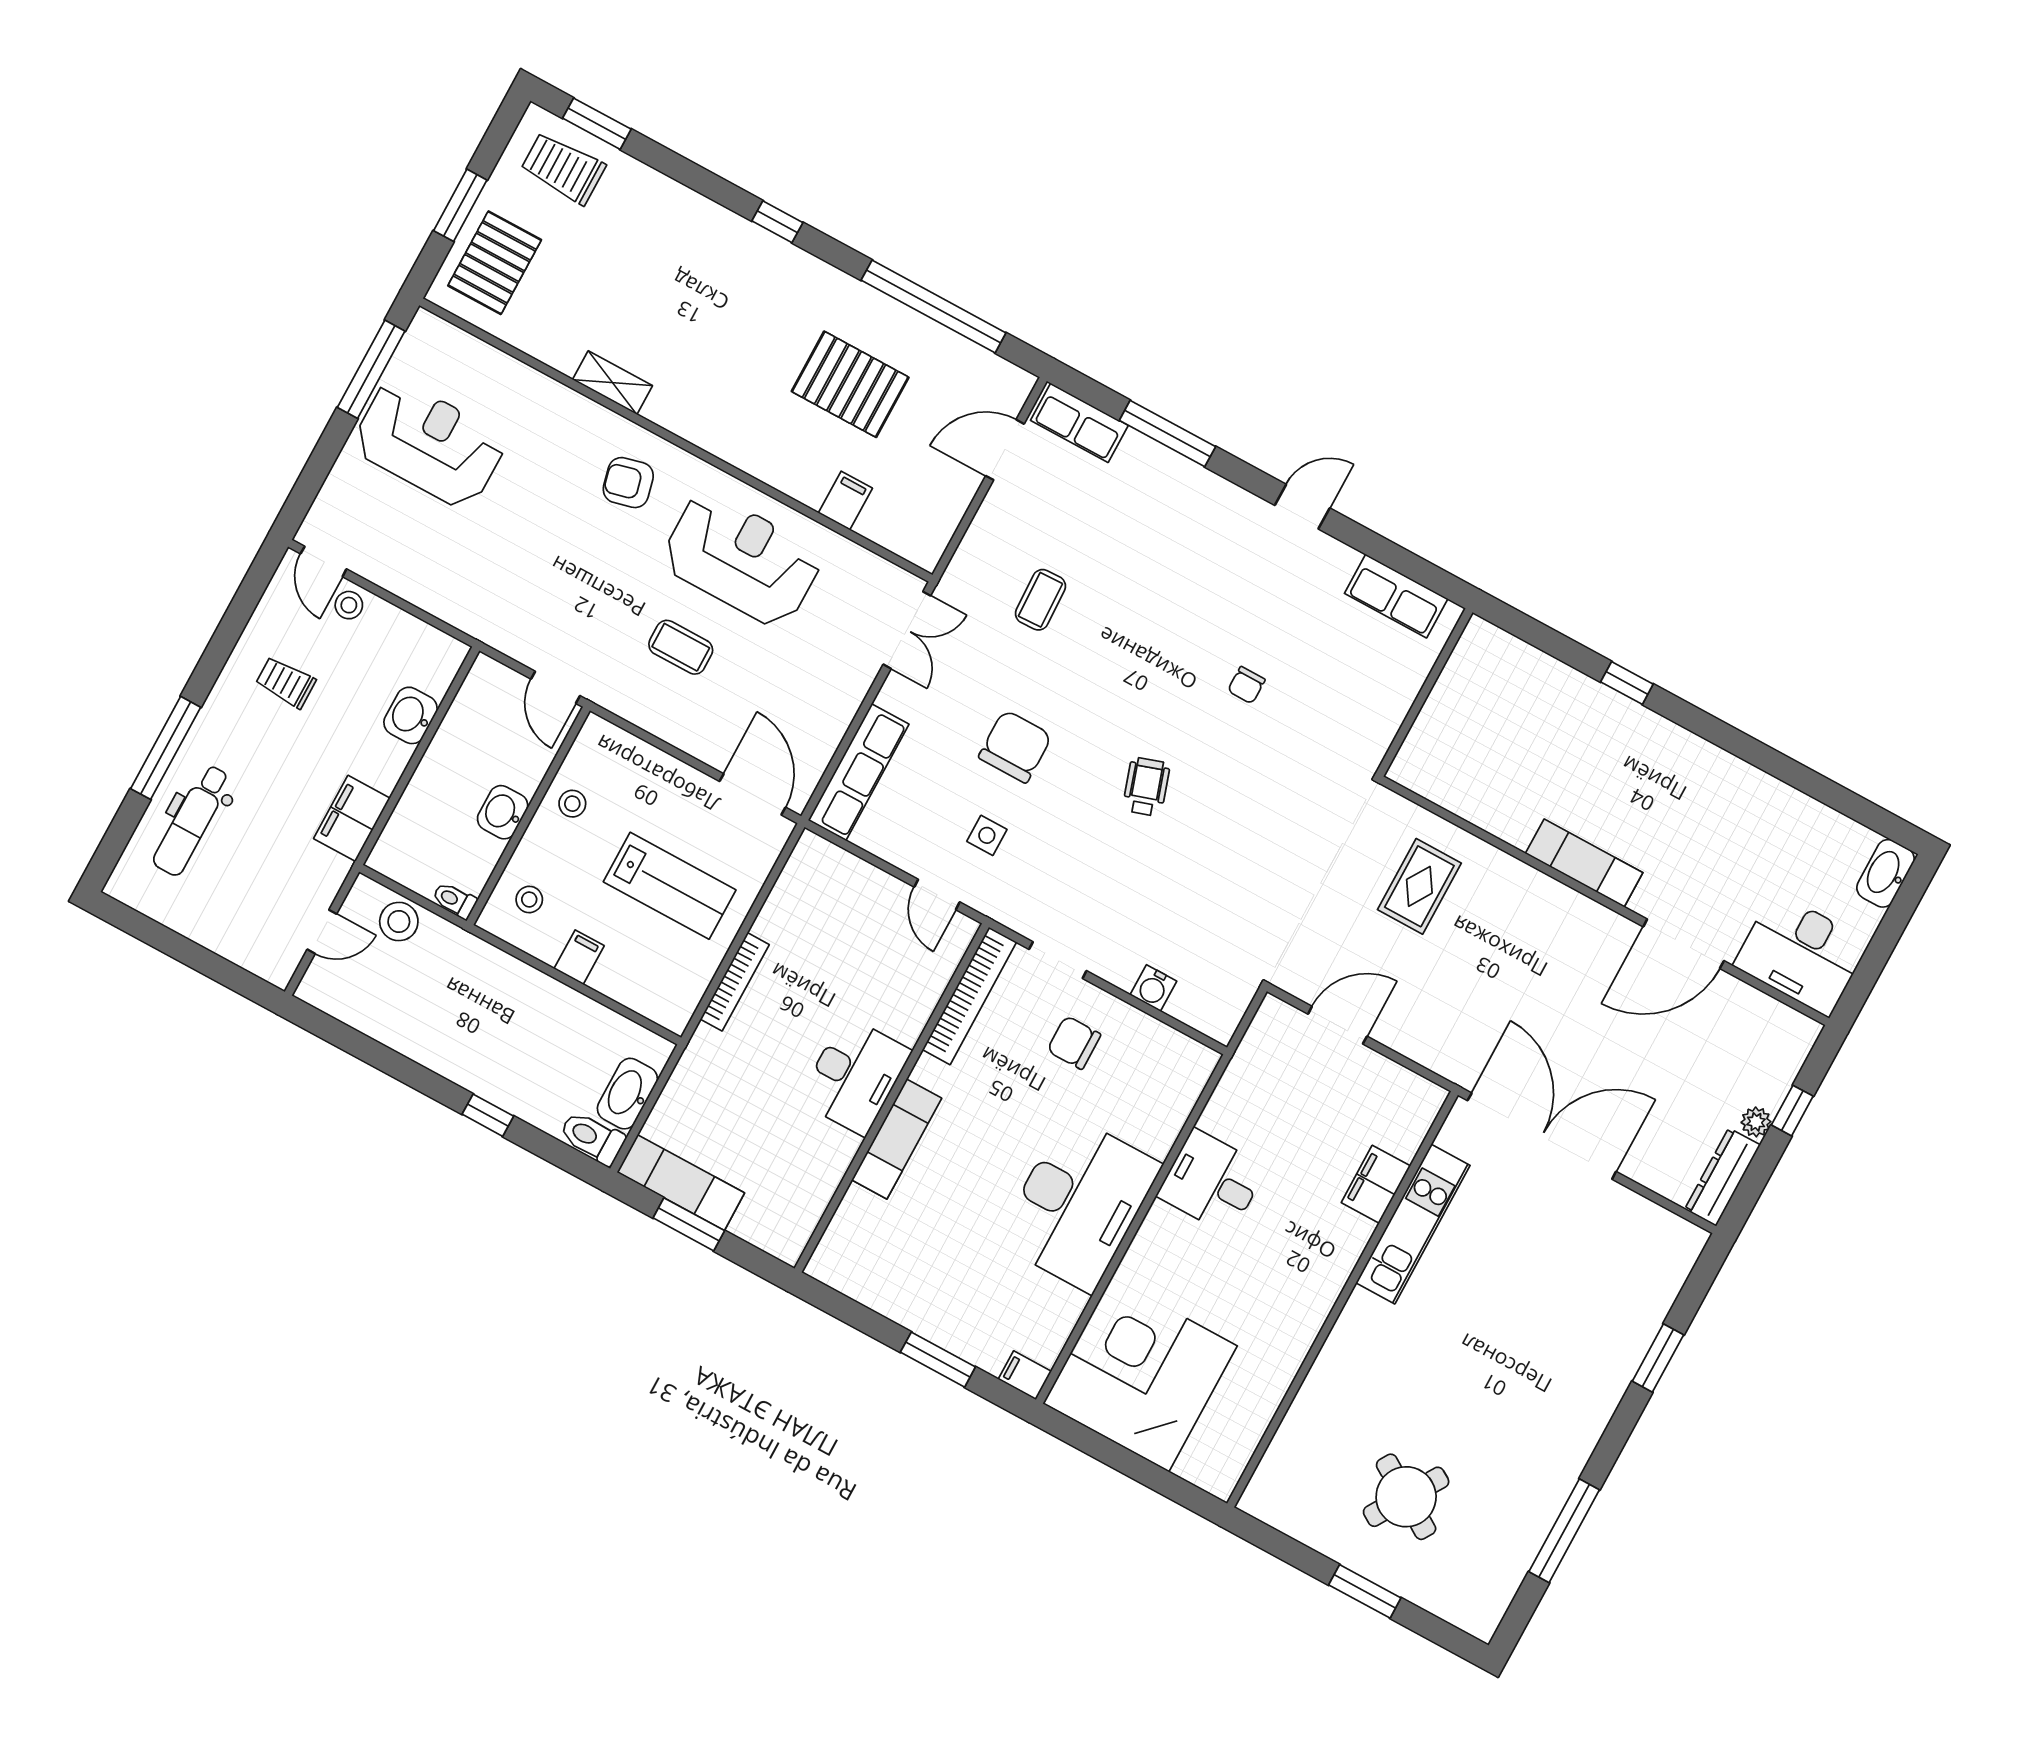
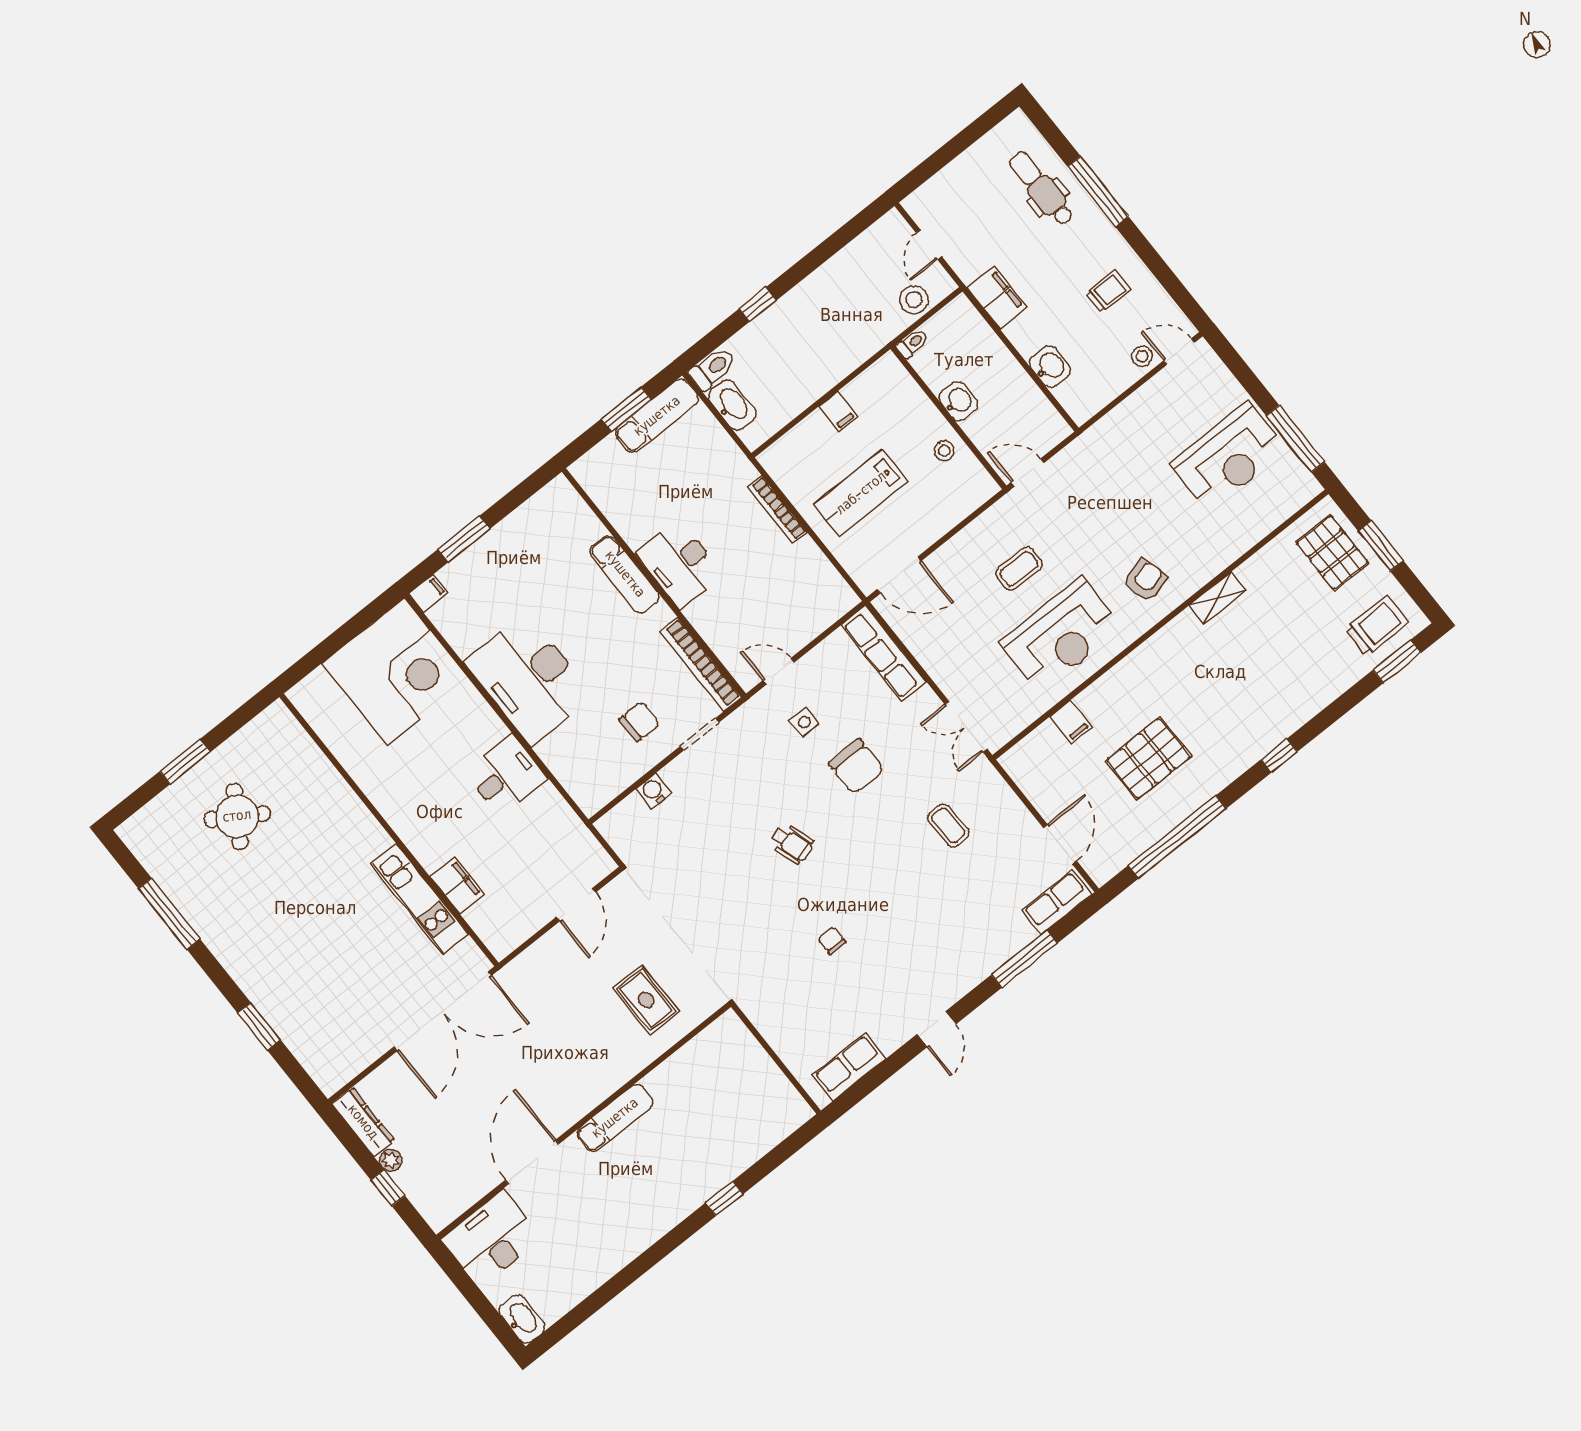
stool: (529, 899) -> (892, 394), removed

